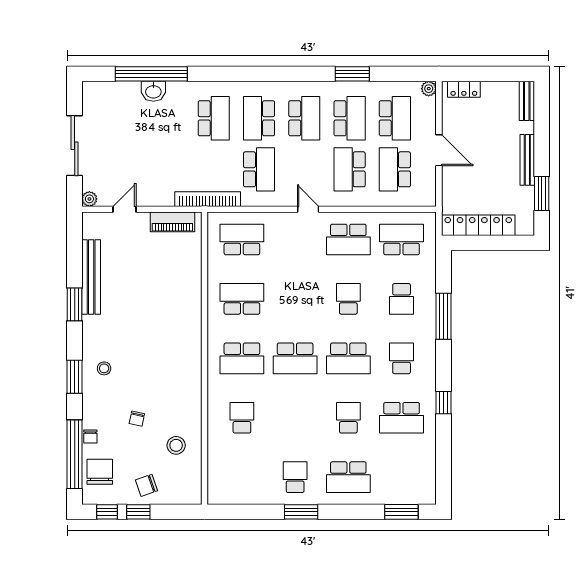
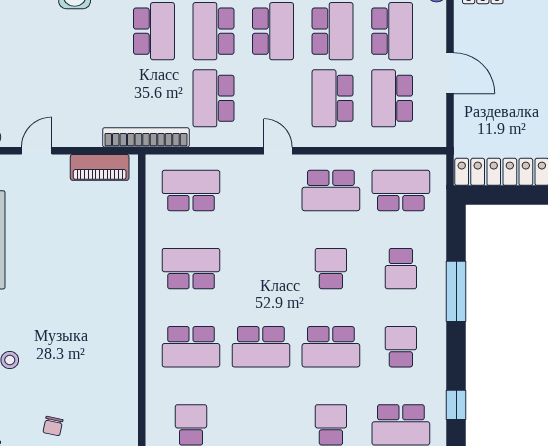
school desk: (259, 169) -> (213, 98), turned 180

